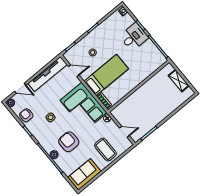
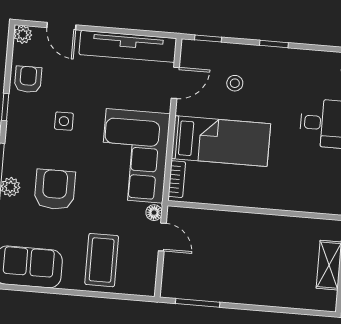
door: (74, 71) -> (175, 83), hinge flipped
door: (124, 132) -> (162, 237), moved

